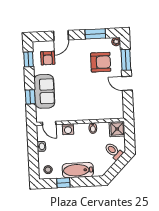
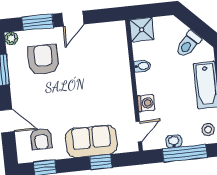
armchair: (48, 58) -> (41, 139), turned 90
toilet: (114, 151) -> (188, 44), moved
window: (33, 153) -> (185, 153), added

